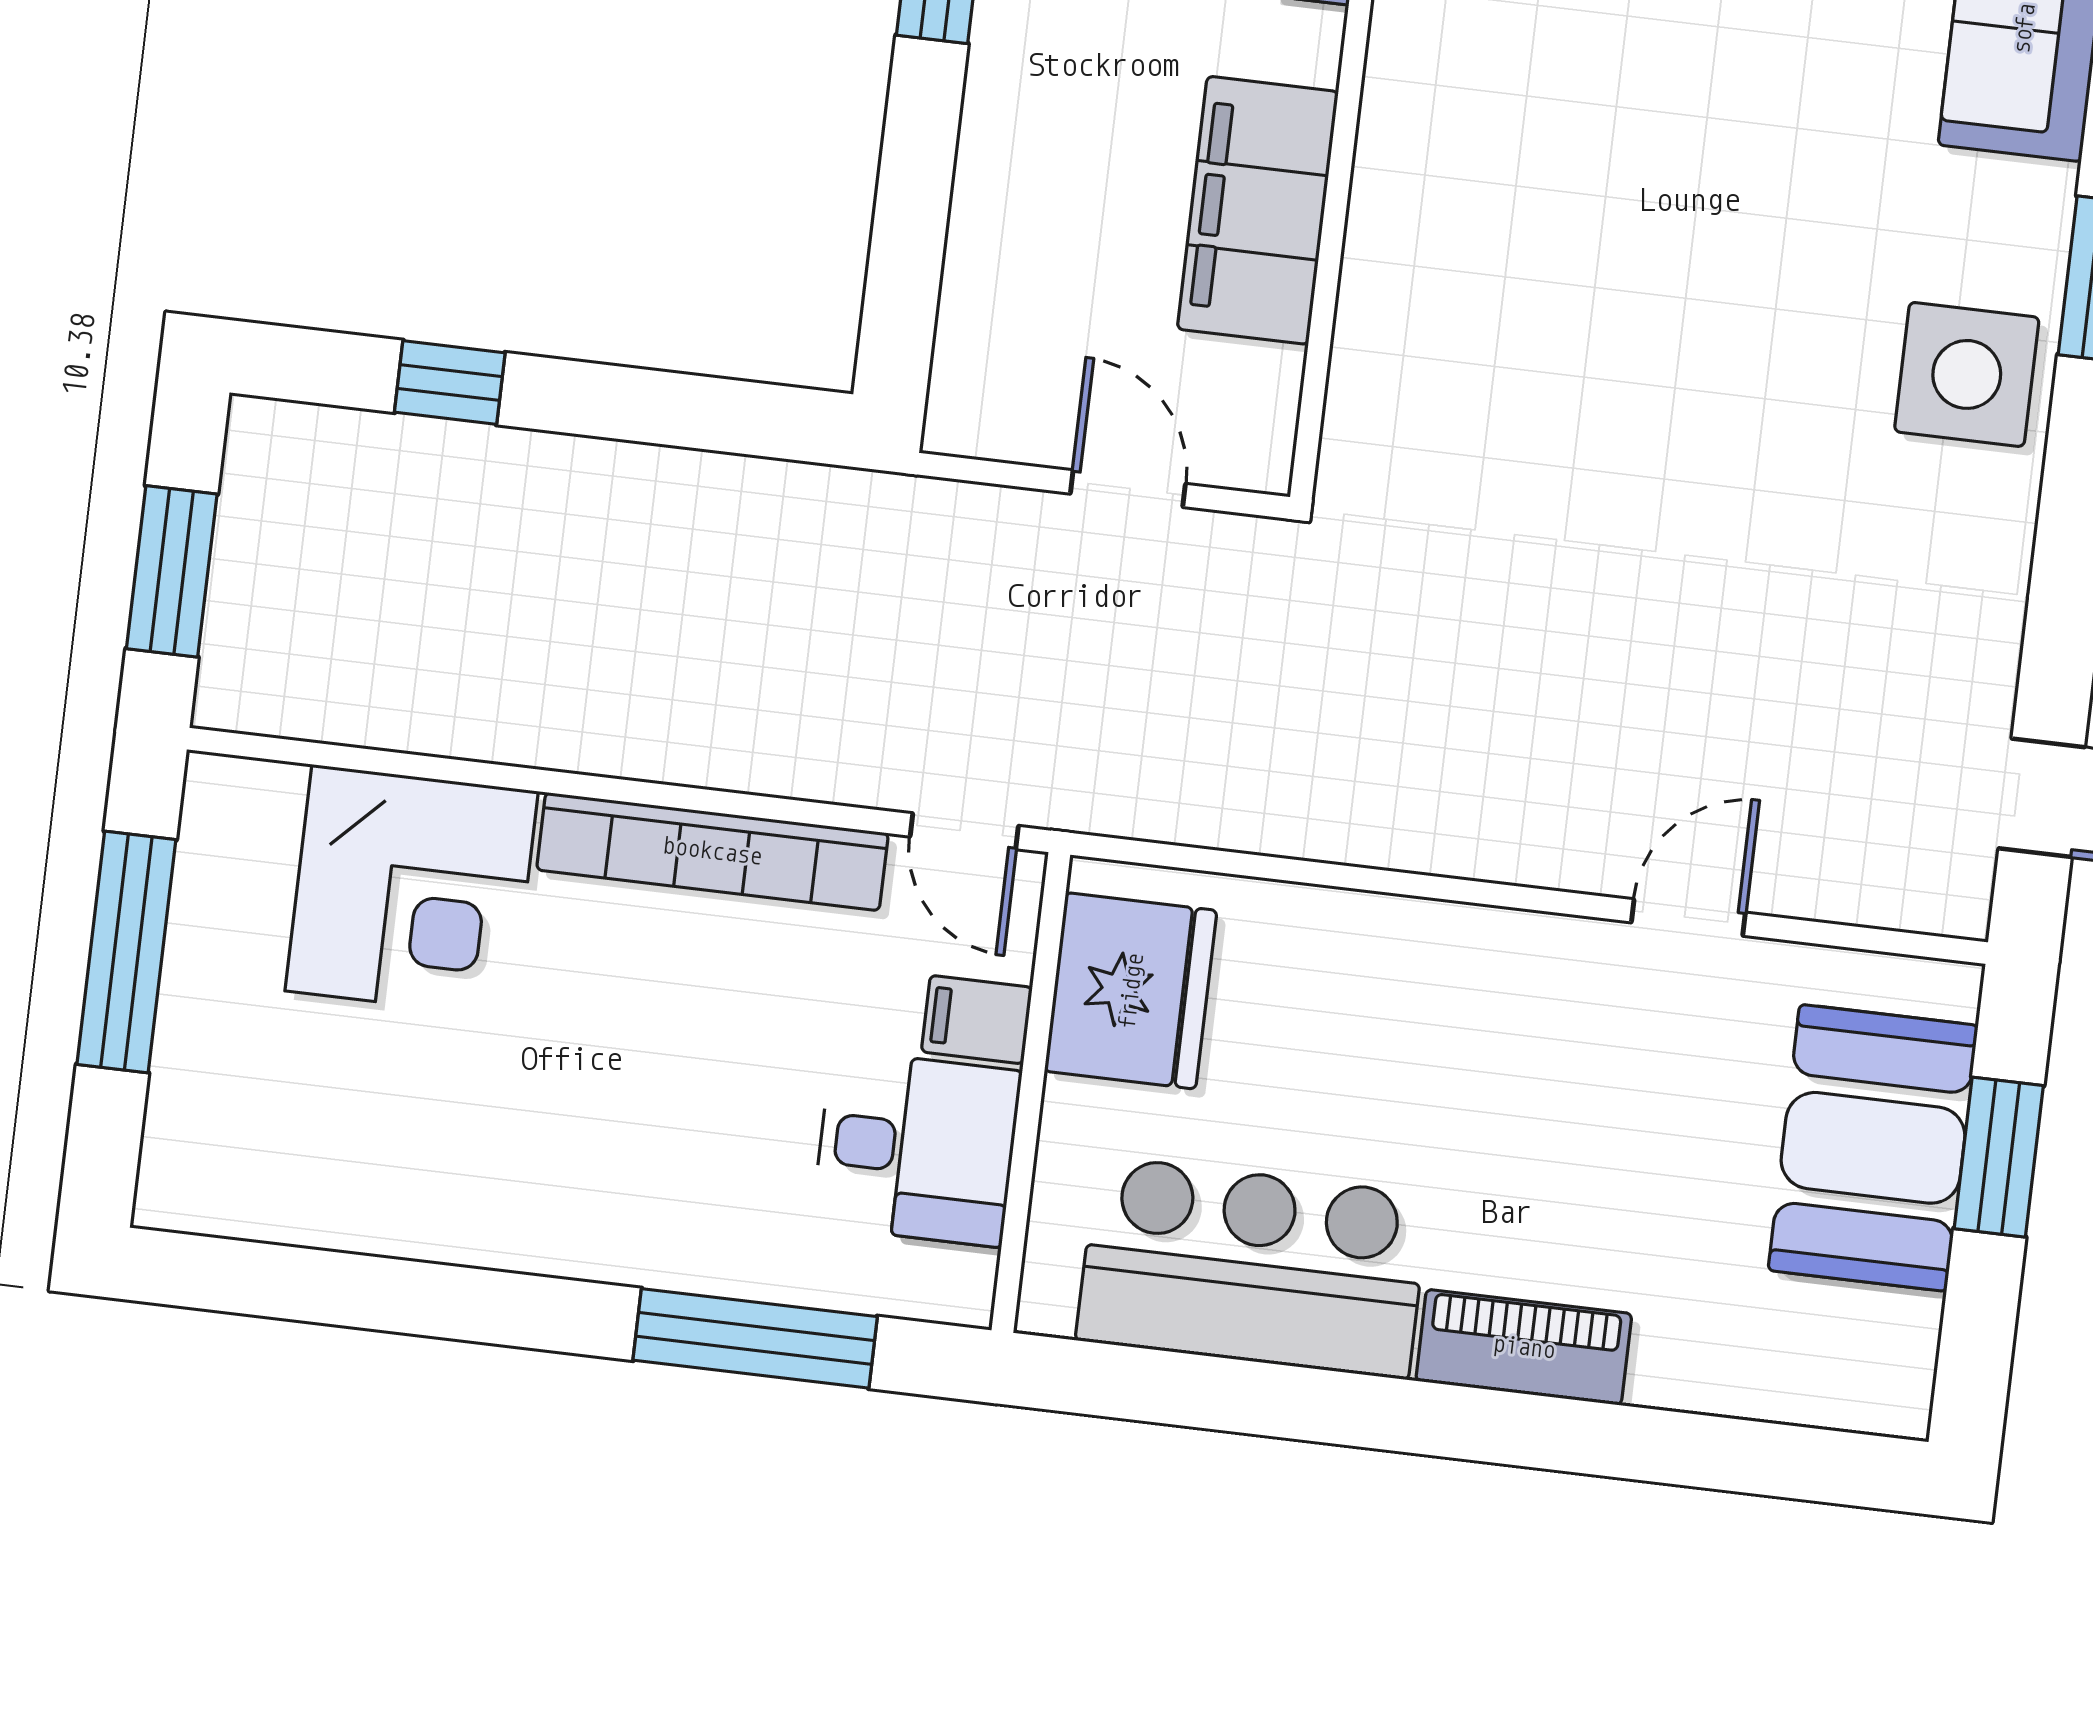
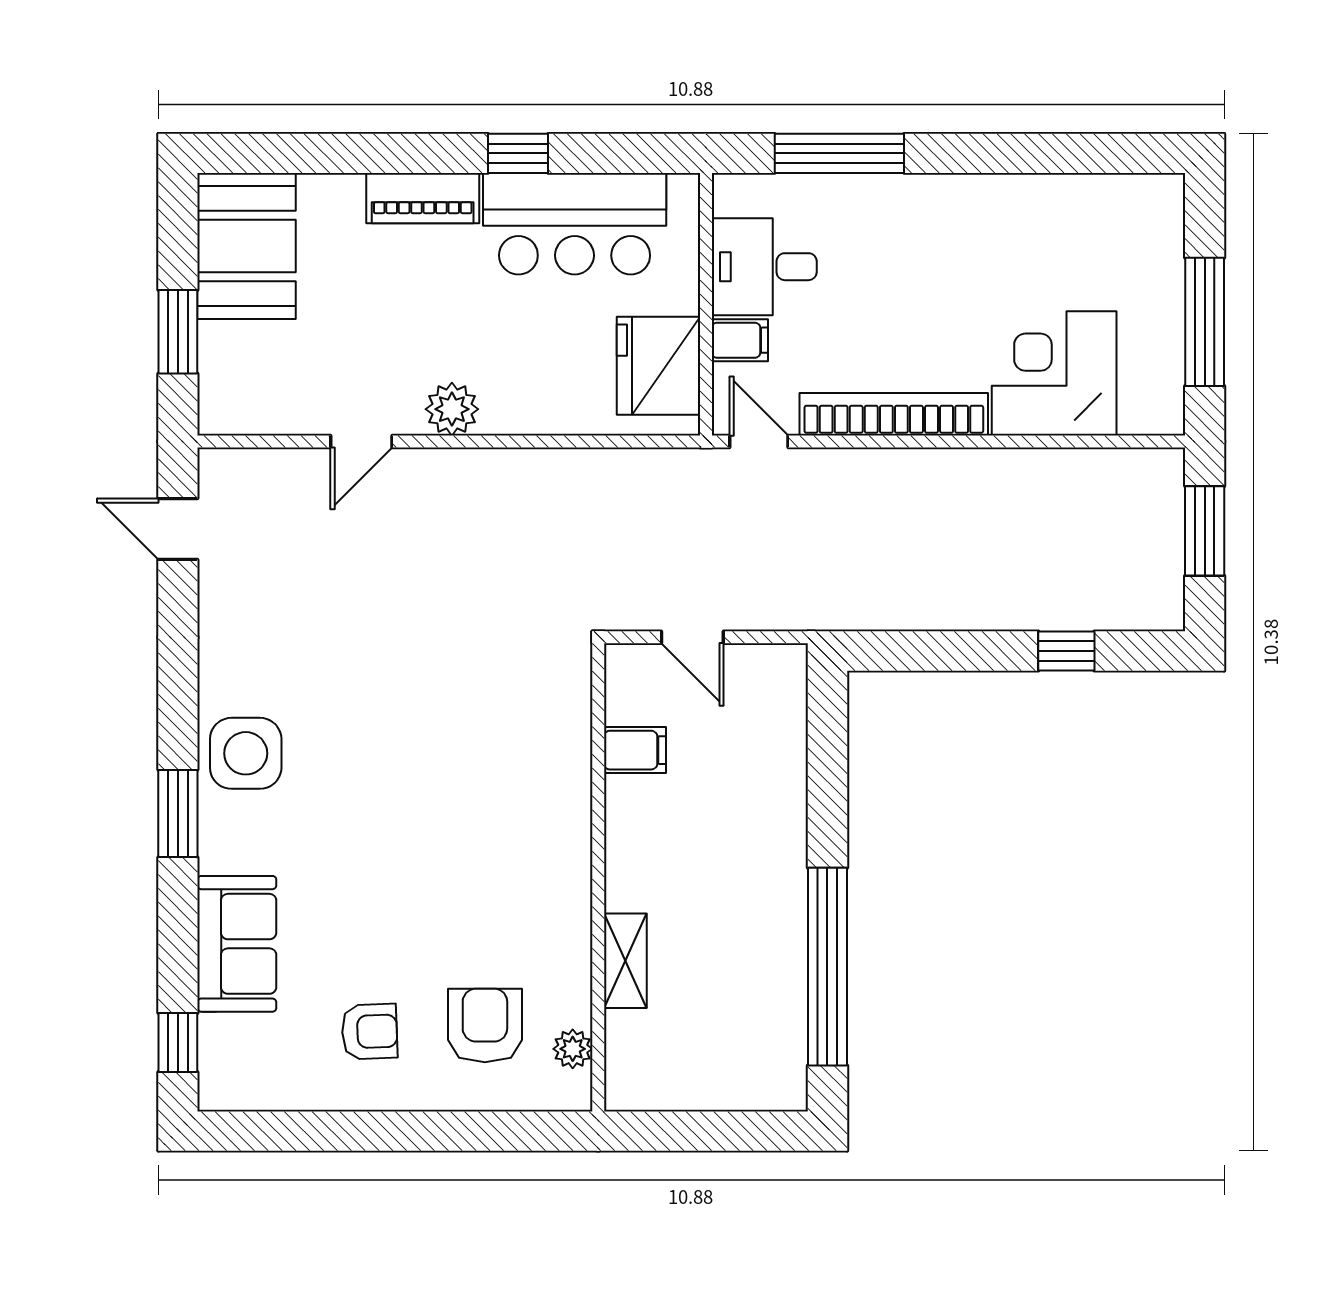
filing cabinet: (1258, 210) -> (635, 750), width x0.33, depth x0.86
plant: (1516, 957) -> (452, 409), added
booth: (1873, 1148) -> (247, 246), moved
window: (1341, 1408) -> (518, 153), added

